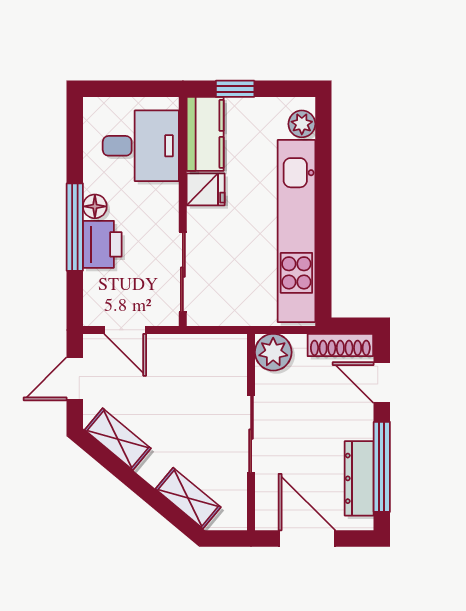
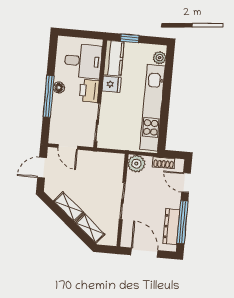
printer: (102, 244) -> (89, 91), moved, turned 180
shoe rack: (340, 345) -> (164, 163), width x0.70
shelving: (118, 439) -> (69, 207), moved

